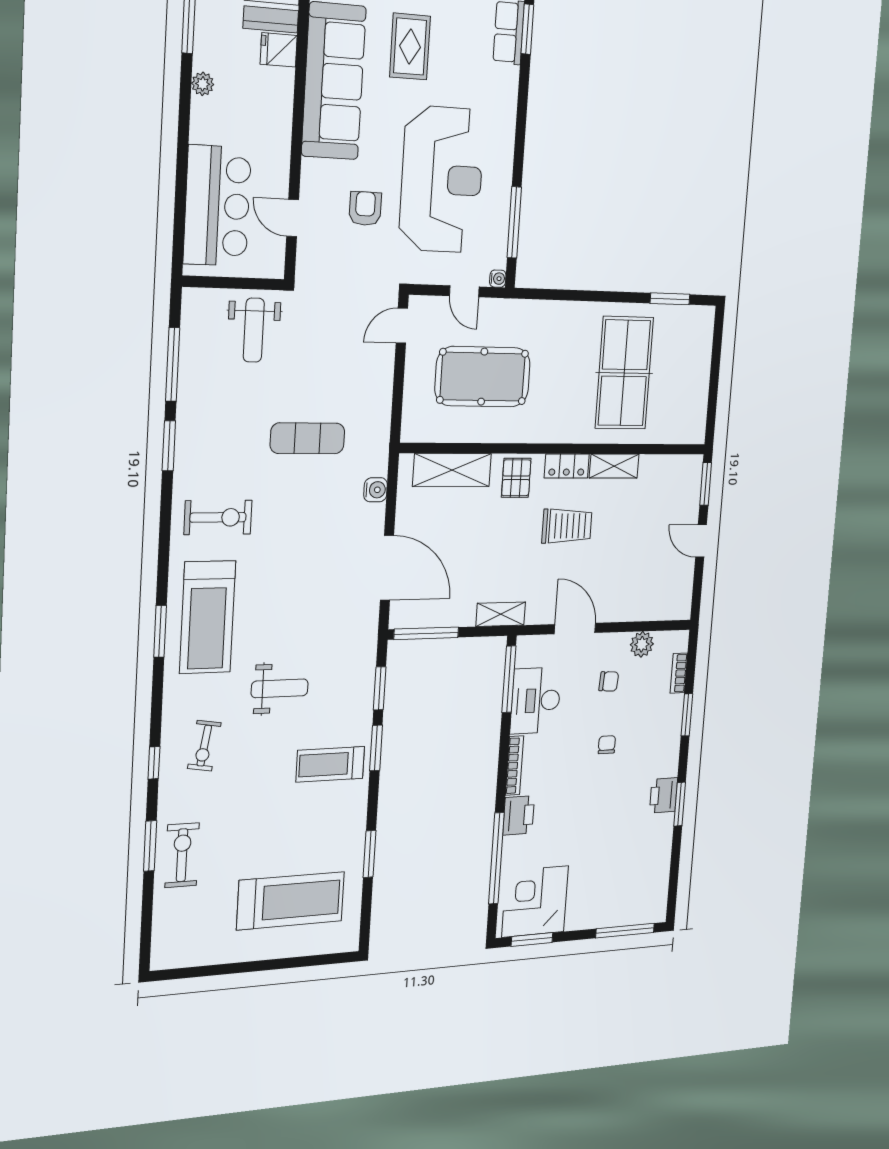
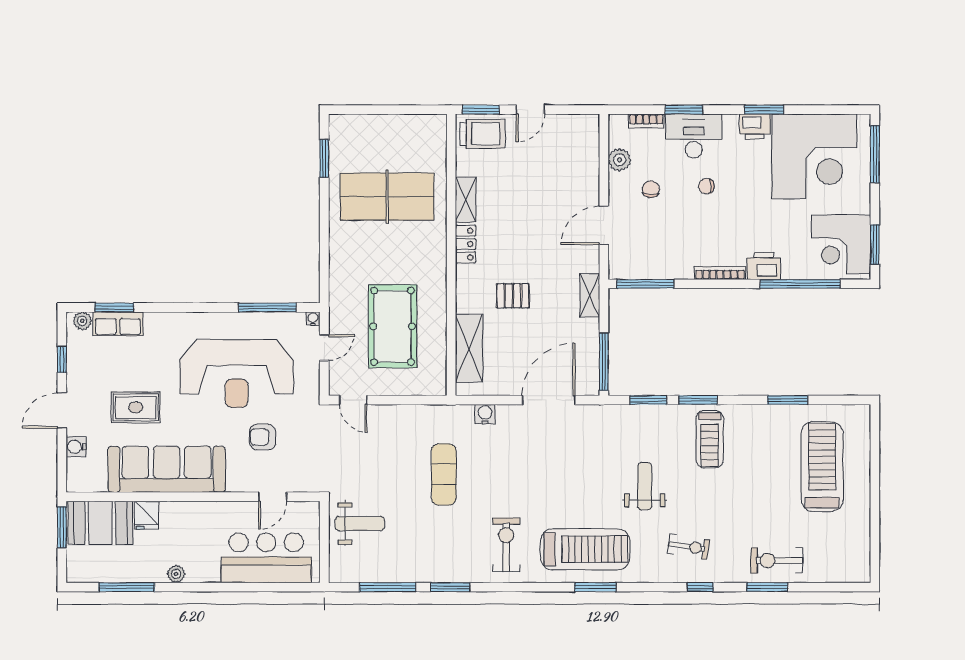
reception desk: (442, 180) -> (237, 373), turned 180
pallet: (516, 478) -> (513, 296), moved
trolley: (567, 526) -> (482, 134), moved, turned 90
desk: (536, 701) -> (694, 136), moved, turned 180
corner desk: (628, 864) -> (814, 156), added

